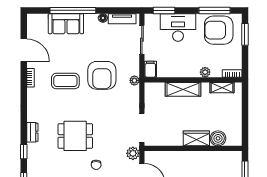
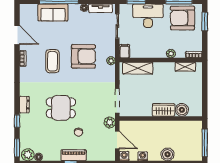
armchair: (102, 75) -> (83, 56), turned -90
coffee table: (65, 81) -> (52, 61), turned 90
shelving: (183, 89) -> (138, 68), moved

